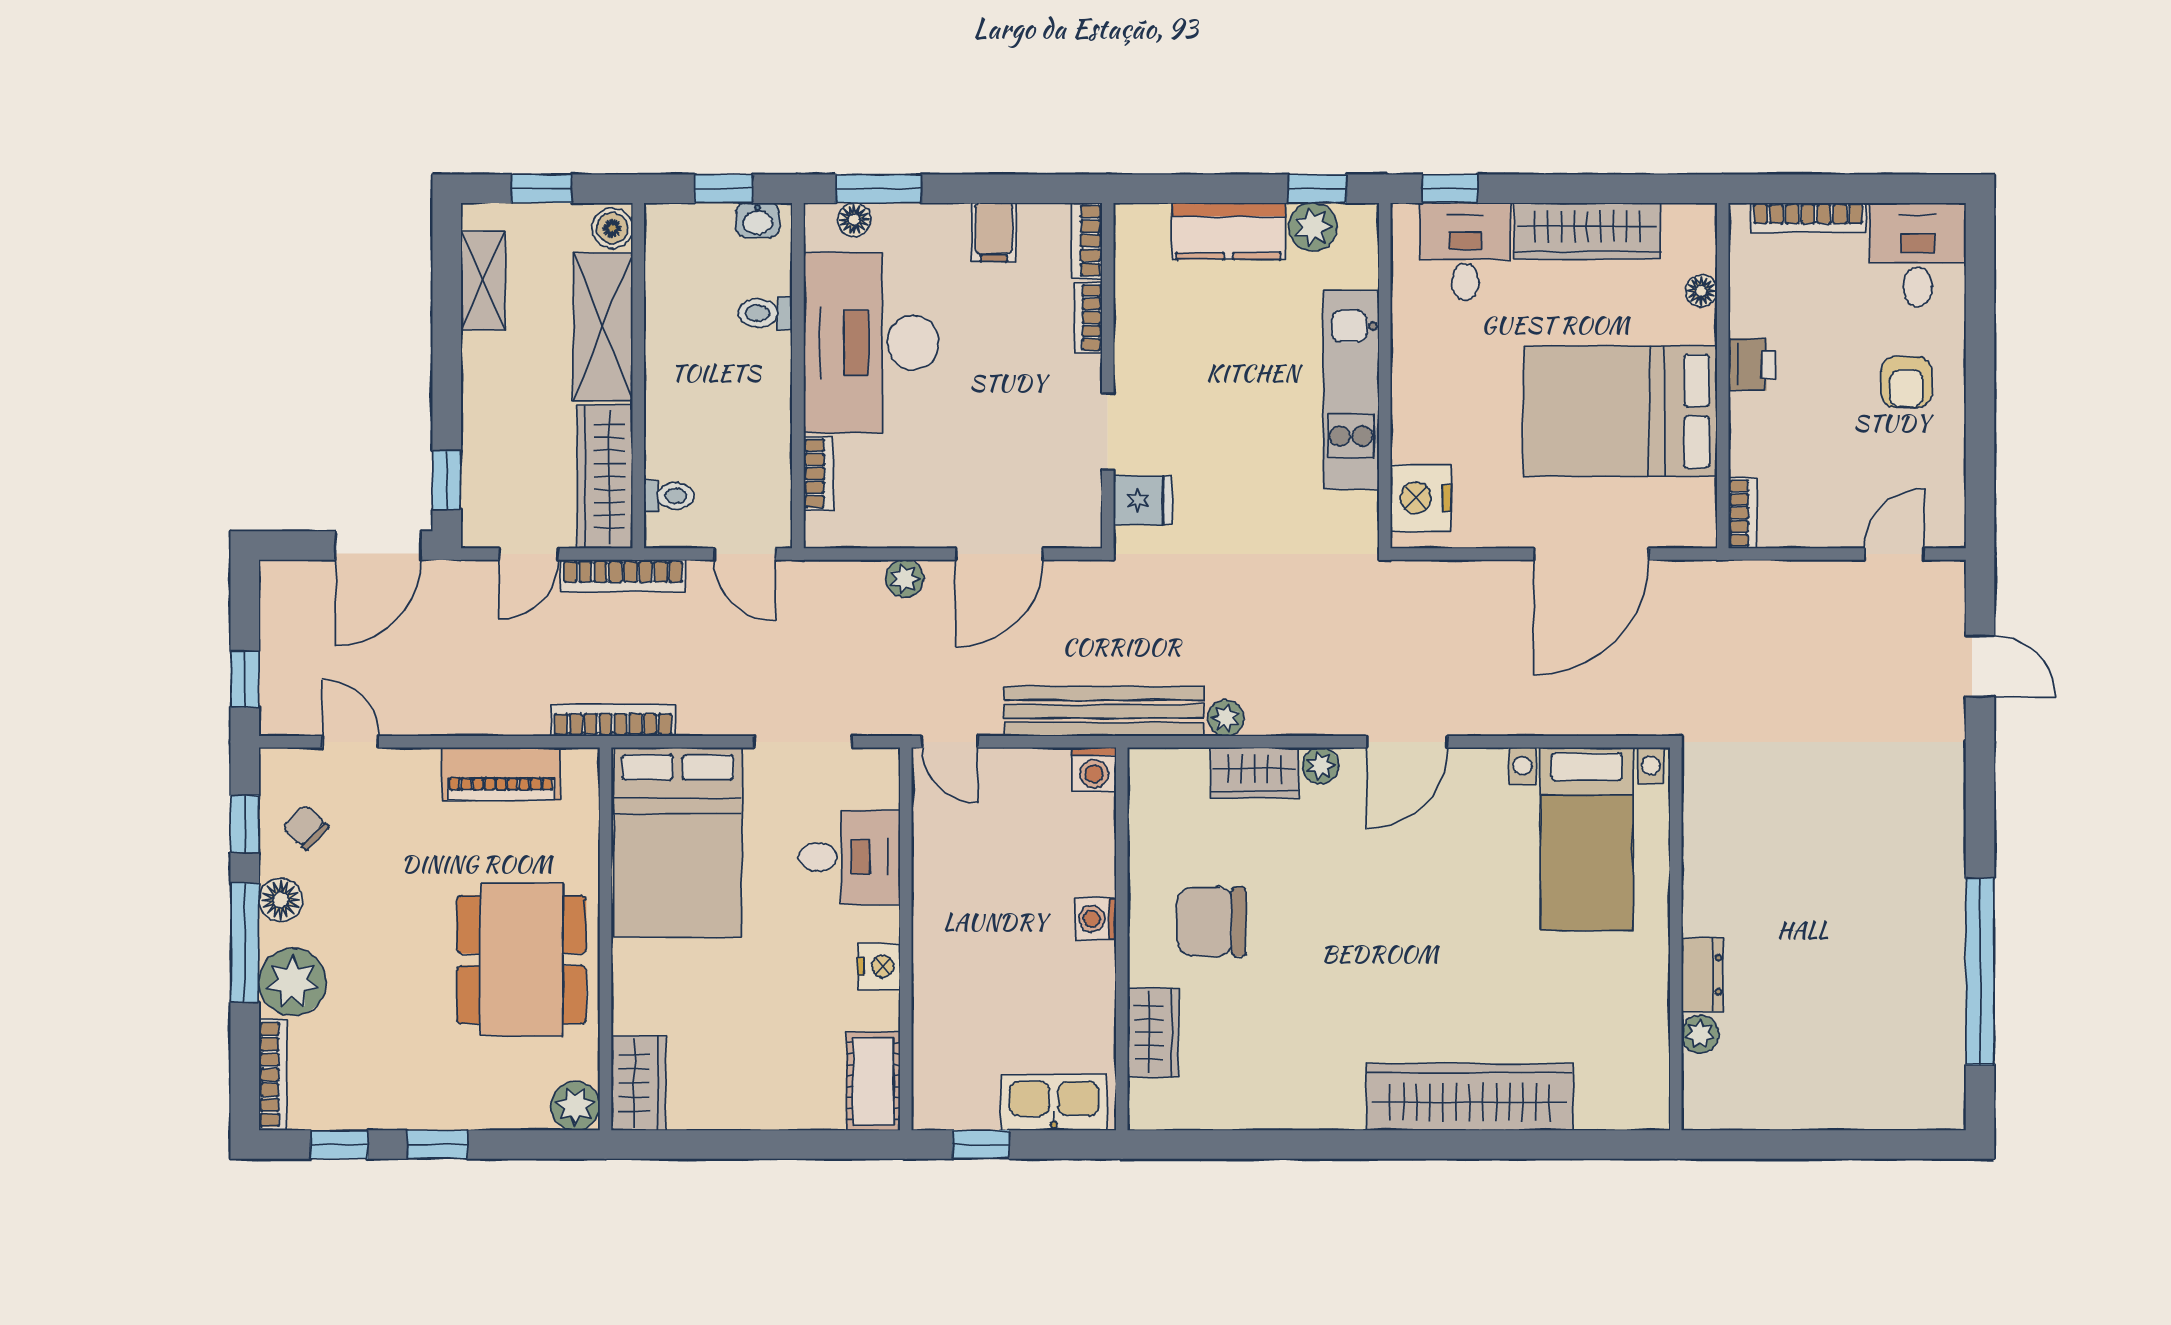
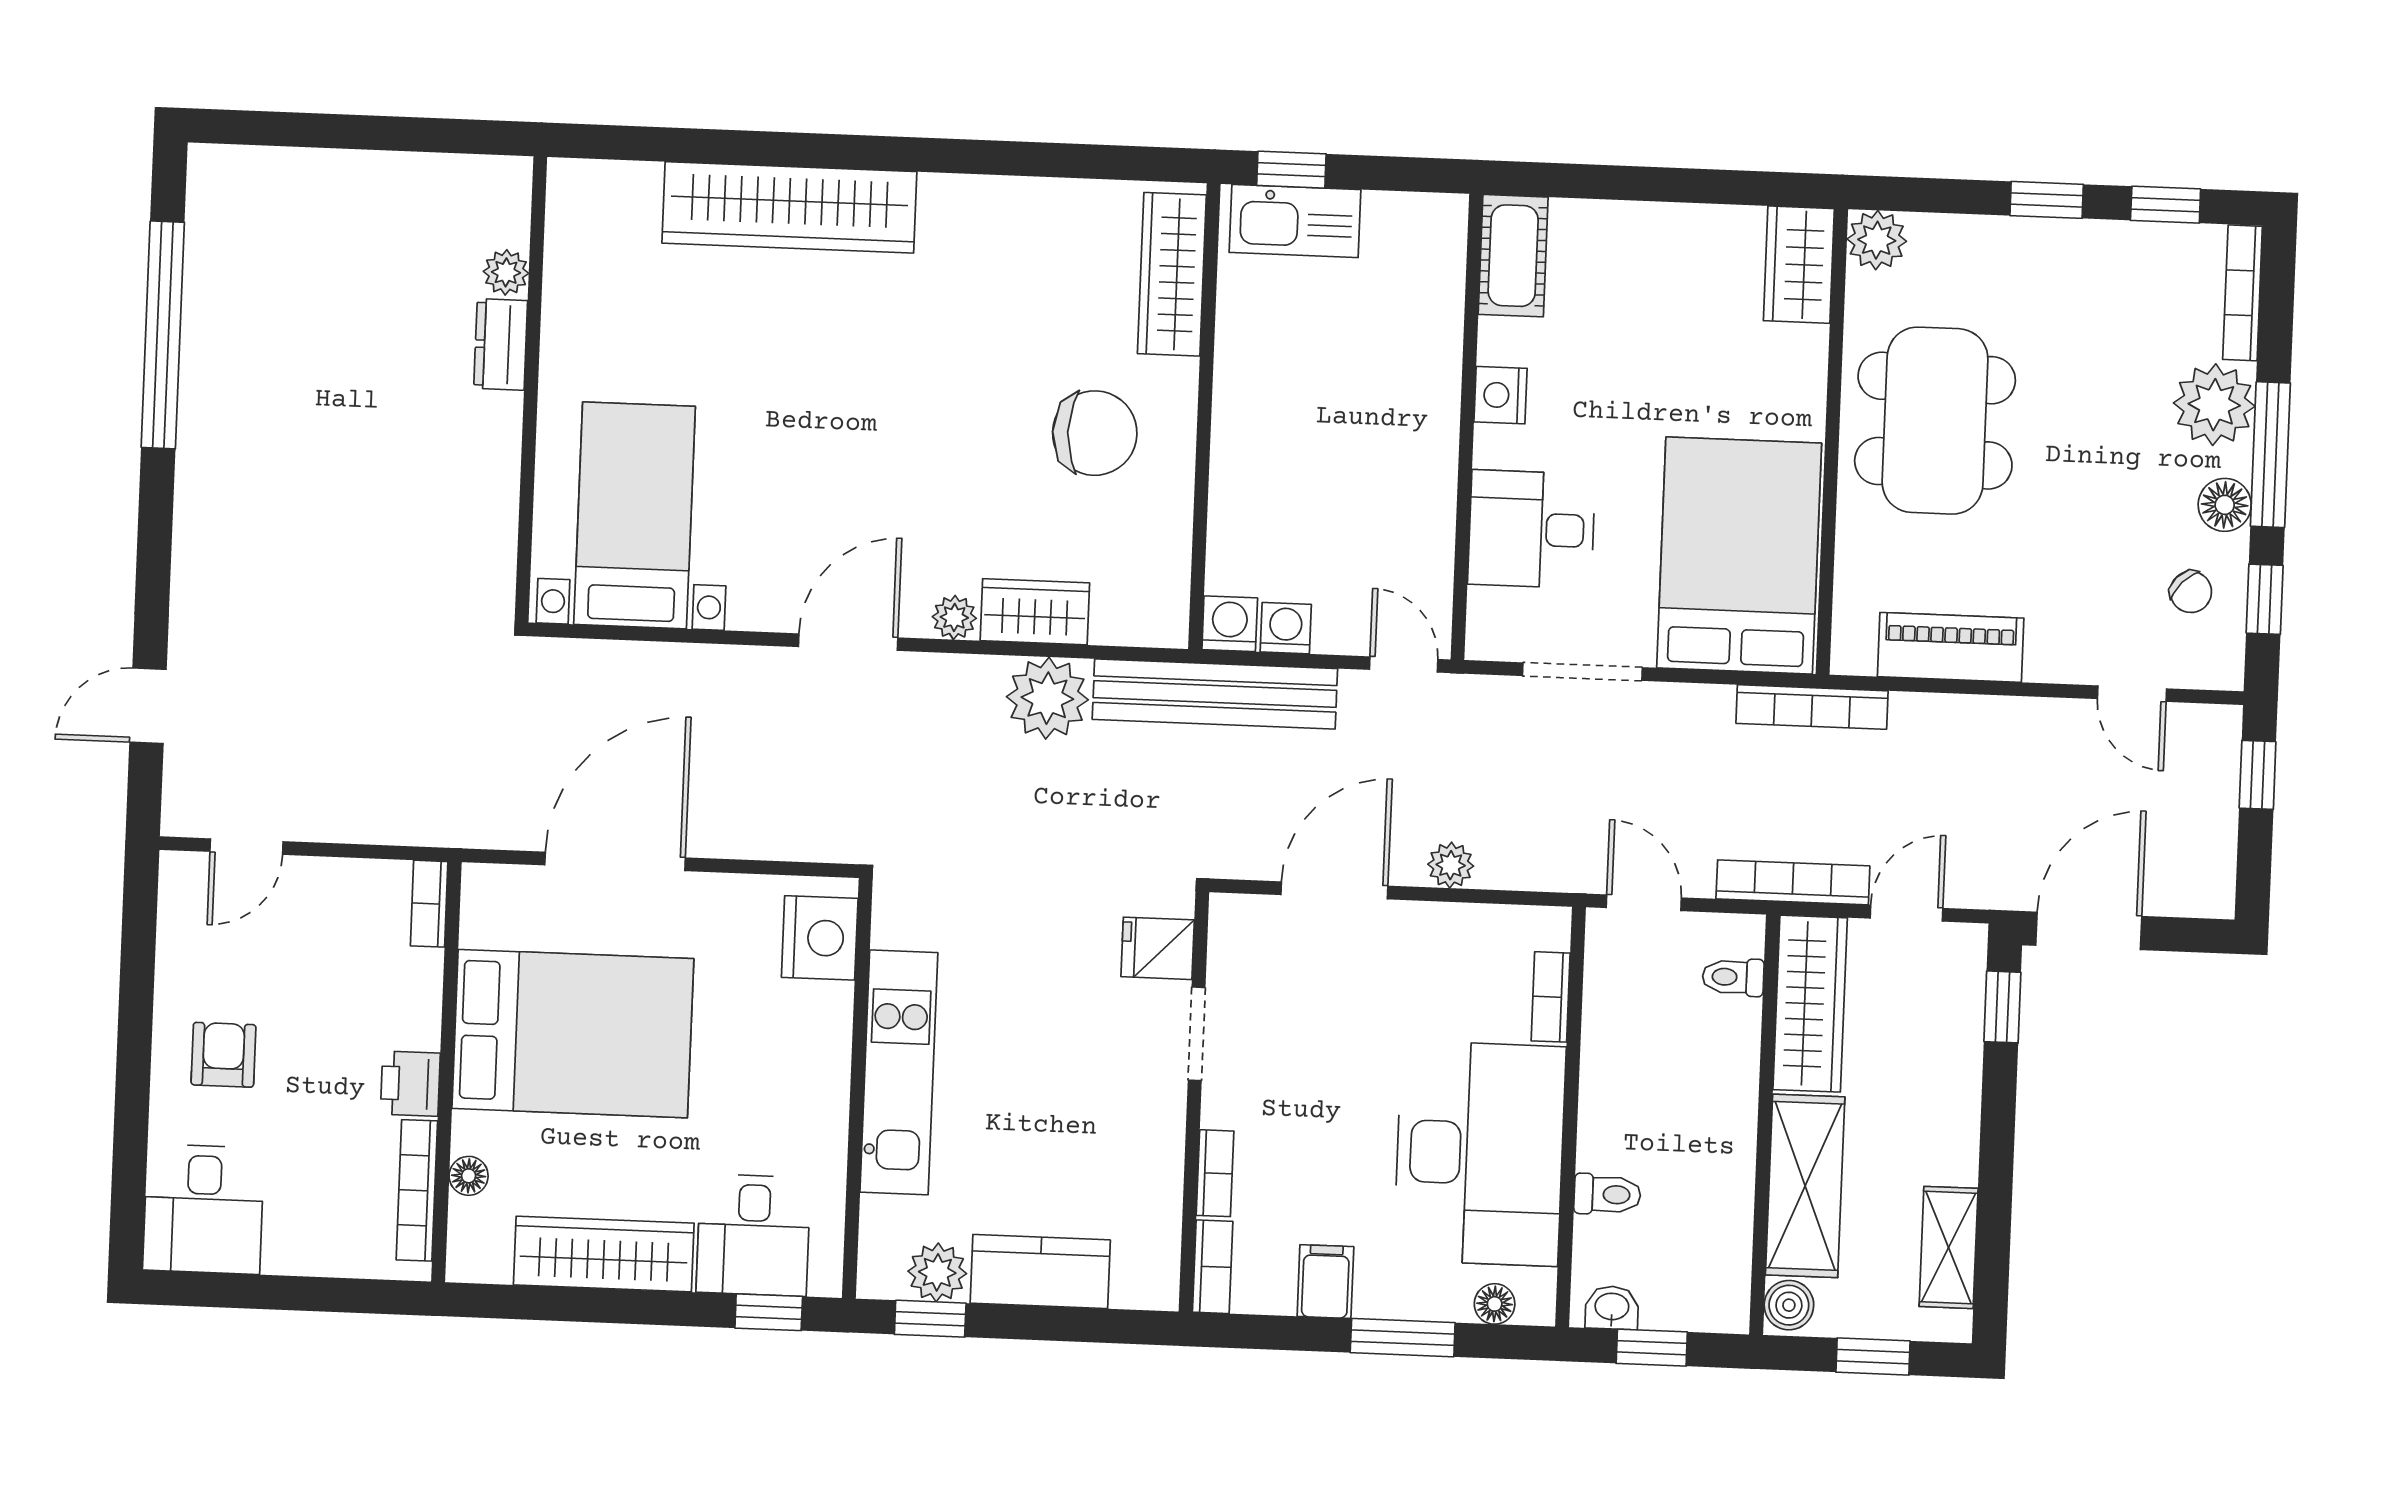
window: (878, 189) -> (1403, 1338), moved
bookcase: (1808, 218) -> (417, 1190), moved, turned -90
door: (1980, 666) -> (148, 706), hinge flipped
plant: (1226, 718) -> (1047, 698), width x1.87, depth x1.87
washing machine: (1096, 919) -> (1286, 628), moved, turned -90
wardrobe: (1153, 1033) -> (1172, 274), width x1.50
window: (981, 1145) -> (1291, 170), moved

